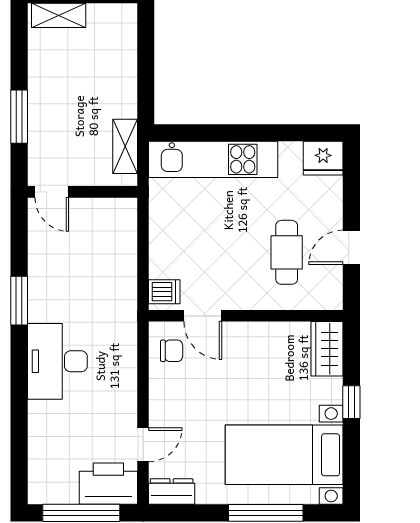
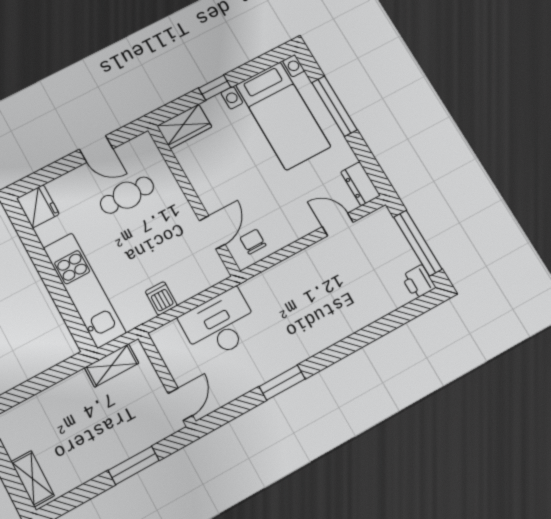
dishwasher: (164, 292) -> (161, 298), moved
desk: (57, 361) -> (220, 325), moved, turned 180
printer: (108, 484) -> (418, 282), moved, width x0.53, depth x0.68

